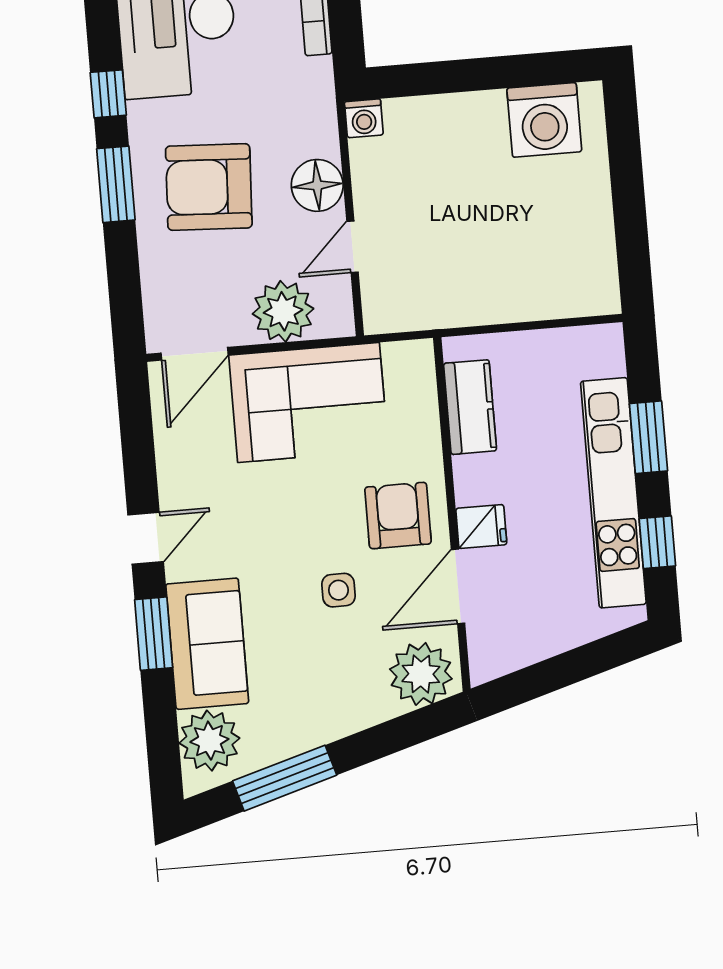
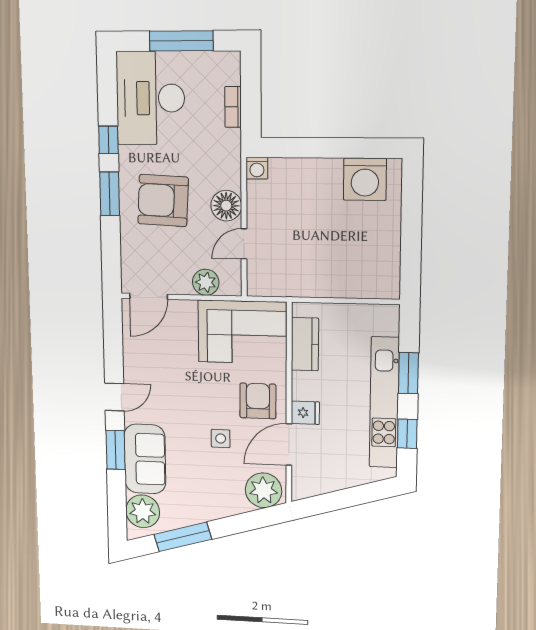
plant: (283, 311) -> (206, 282), width x0.73, depth x0.73
corner sofa: (309, 402) -> (242, 332), moved

